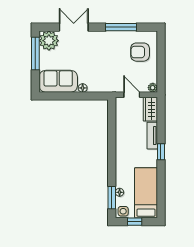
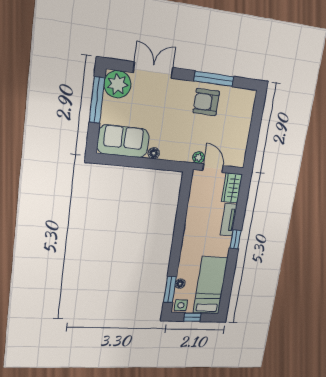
armchair: (140, 52) -> (206, 102), moved
plant: (153, 88) -> (199, 158), moved

